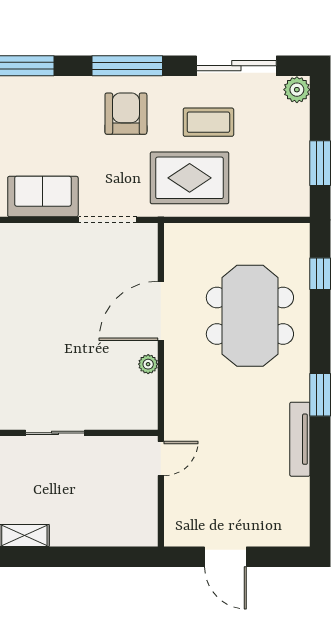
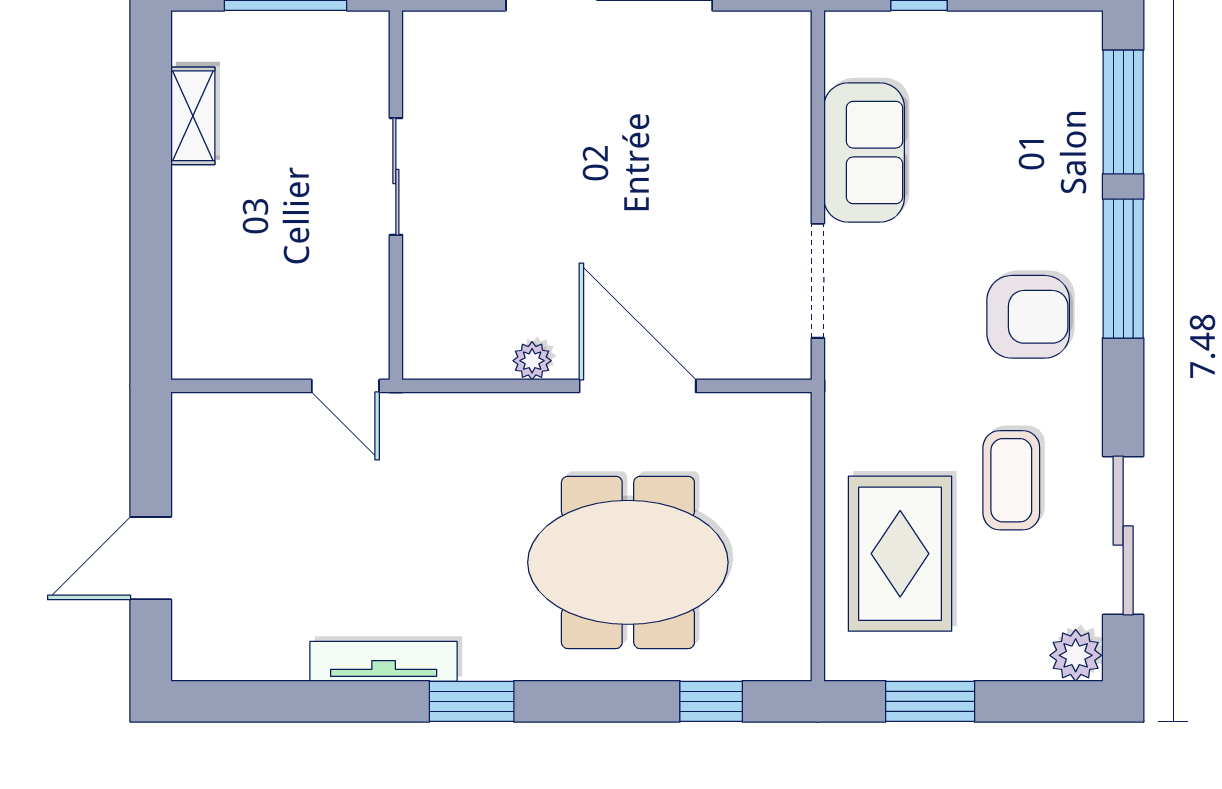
window: (127, 66) -> (1123, 269), moved
rug: (190, 178) -> (900, 554), moved
door: (225, 557) -> (151, 558), moved

